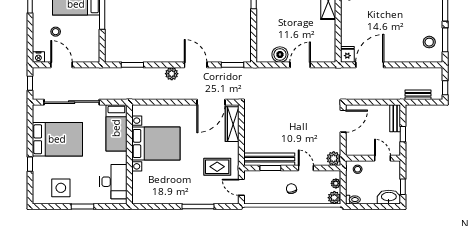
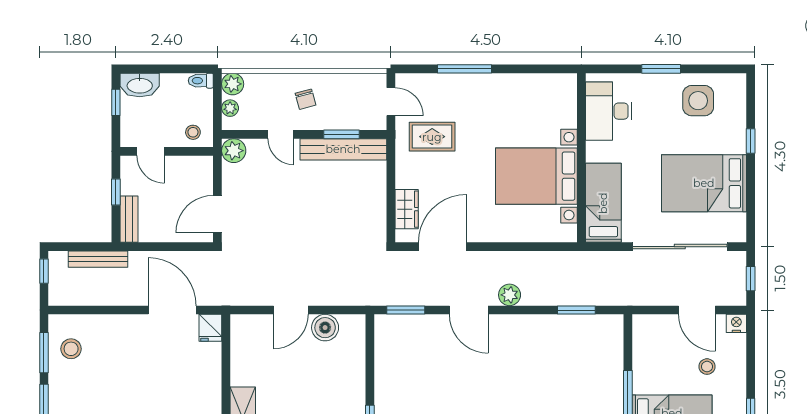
door: (370, 65) -> (172, 310), swing flipped
bench: (418, 95) -> (98, 259), width x1.36
wardrobe: (232, 124) -> (407, 209), width x0.67

